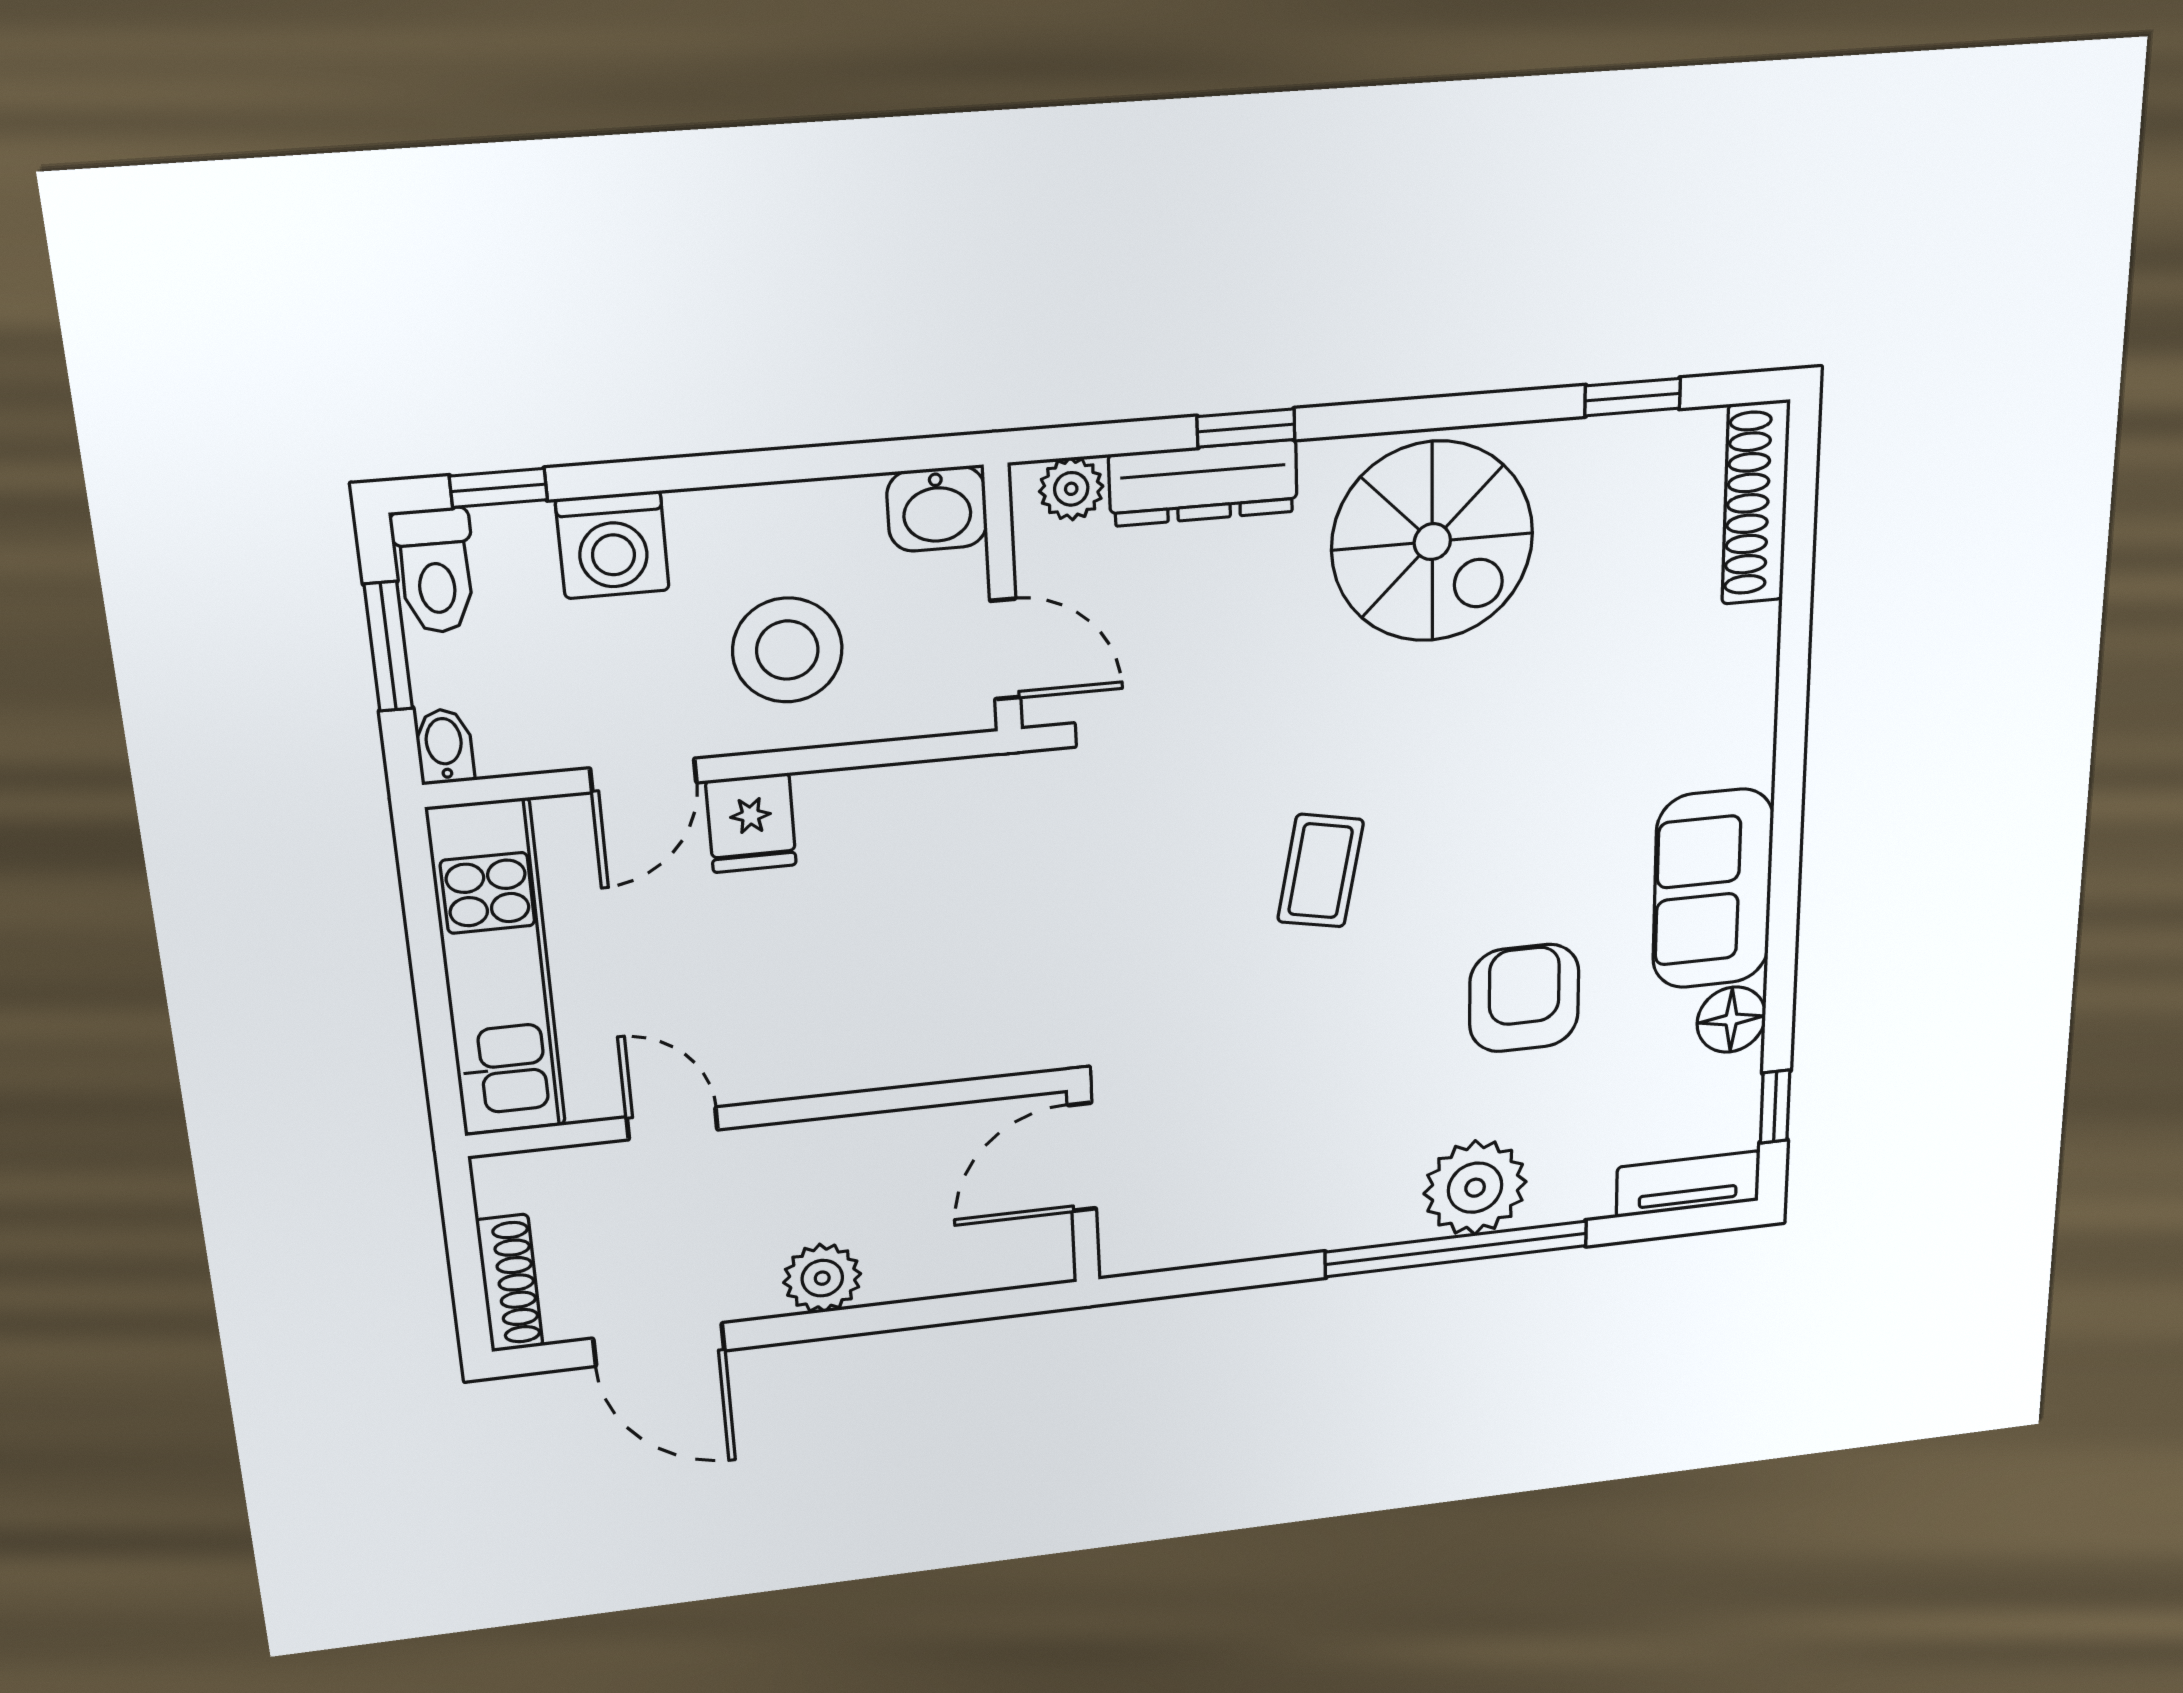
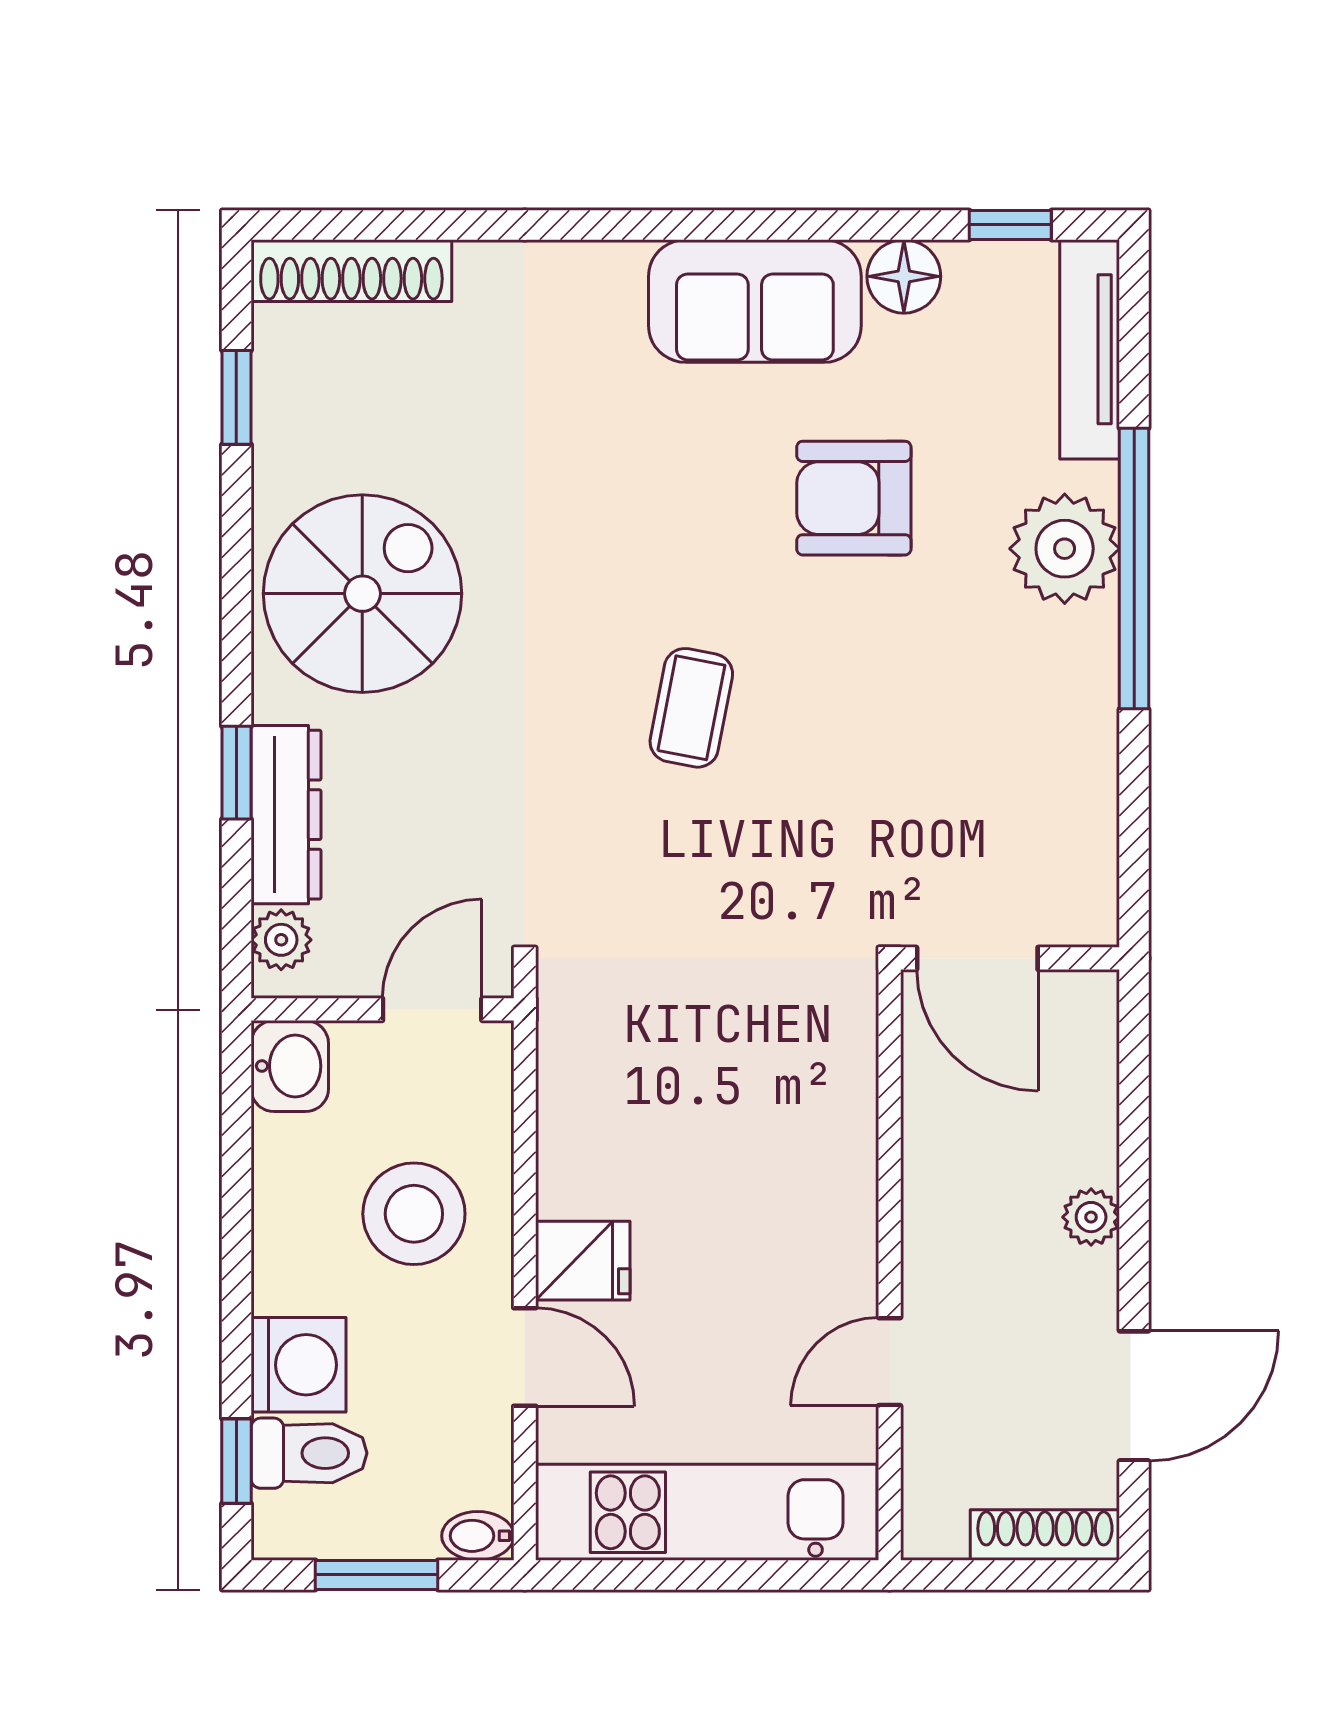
toilet: (435, 571) -> (309, 1453), moved
coffee table: (1320, 871) -> (691, 708), turned 90
tv unit: (1688, 1184) -> (1090, 349), width x1.41
plant: (822, 1278) -> (1091, 1217), width x0.73, depth x0.73

